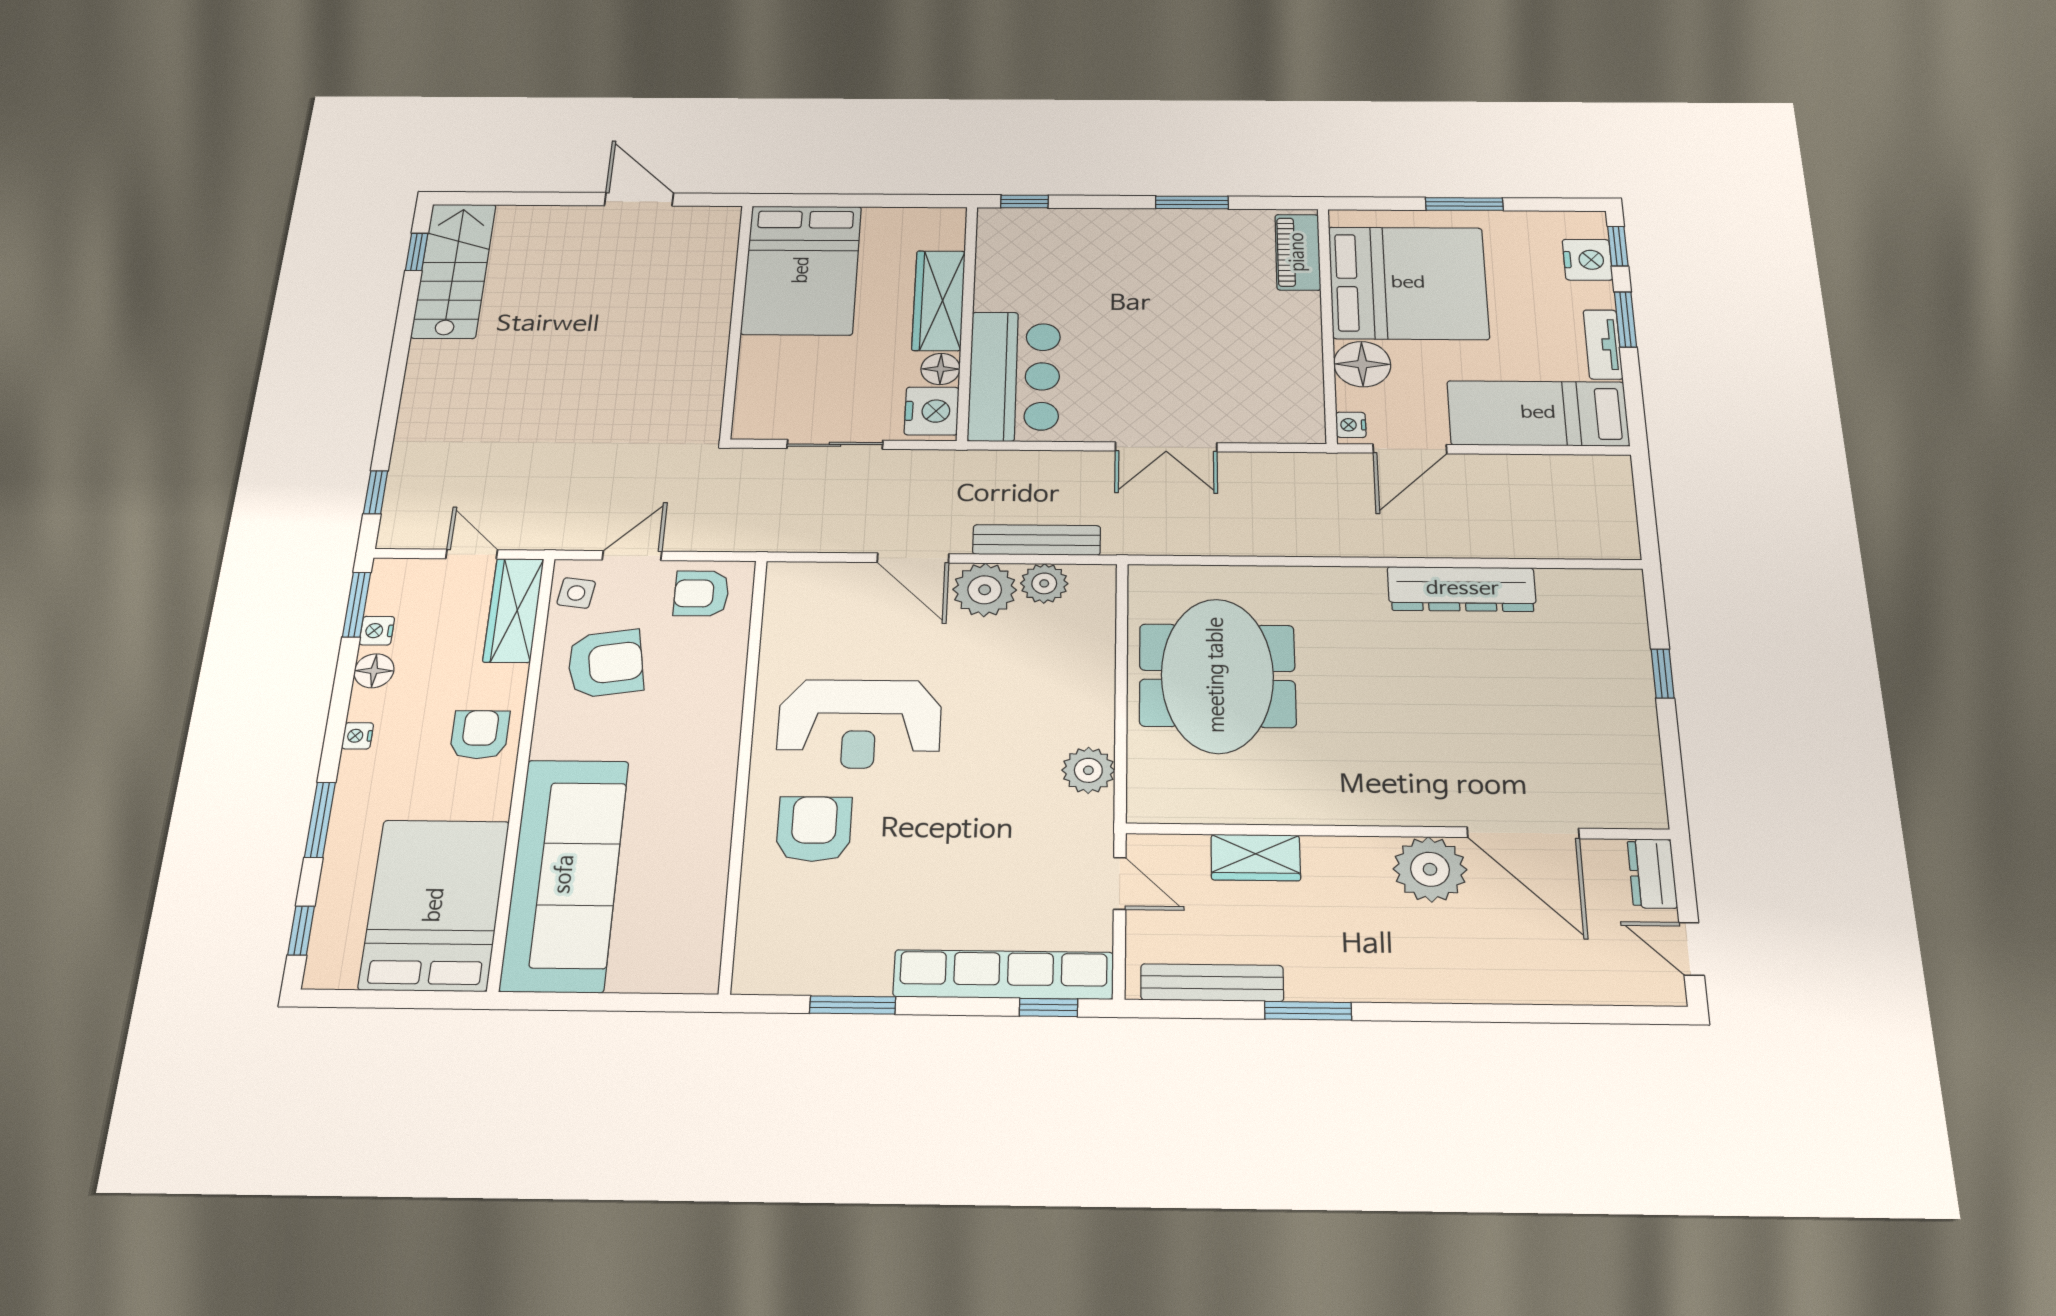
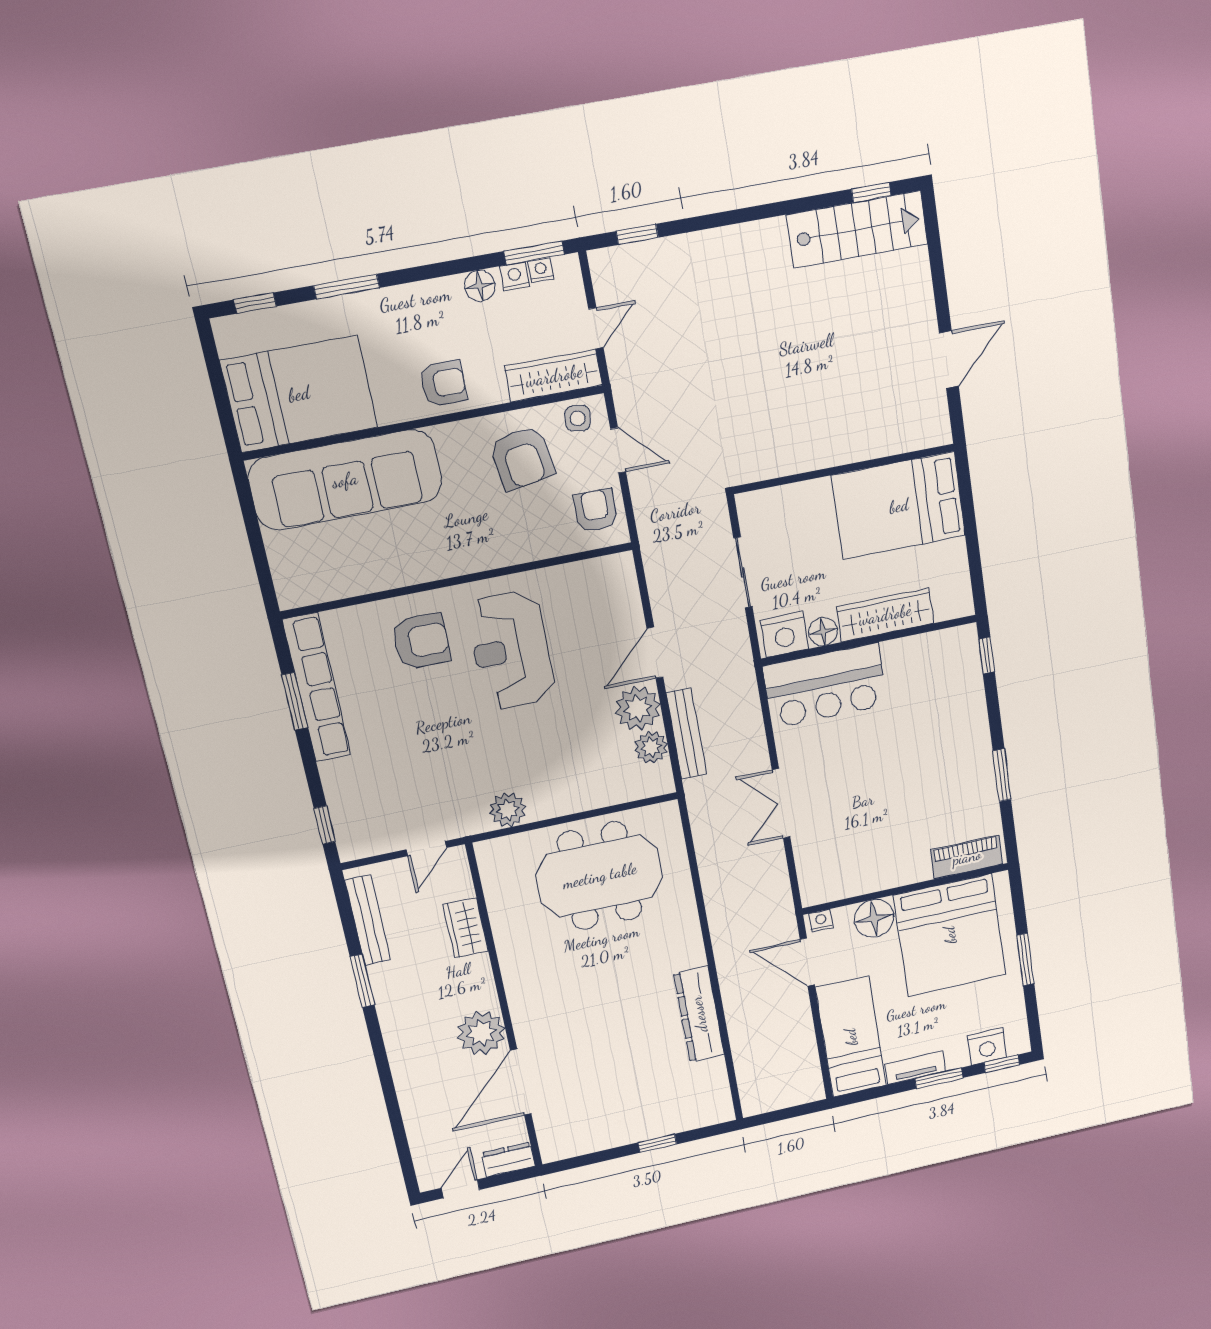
nightstand: (357, 736) -> (541, 270), moved
row of seats: (1003, 975) -> (317, 688), moved

